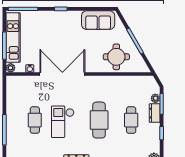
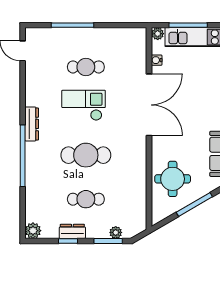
dresser: (155, 113) -> (72, 231), moved

